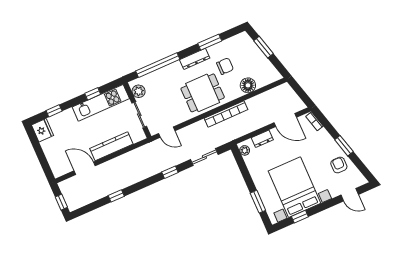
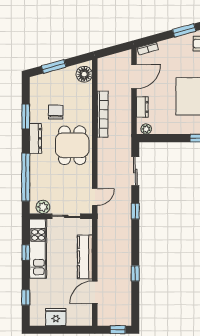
floor lamp: (248, 85) -> (84, 74), moved
bookcase: (226, 114) -> (103, 114), moved
fridge: (42, 130) -> (56, 317), moved

